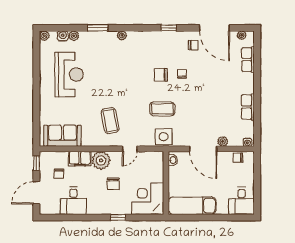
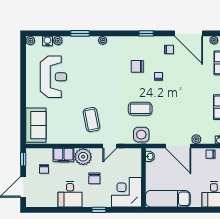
chair: (161, 75) -> (137, 66), moved
sofa: (62, 136) -> (36, 125), moved, turned 90
desk: (73, 201) -> (70, 194), moved

